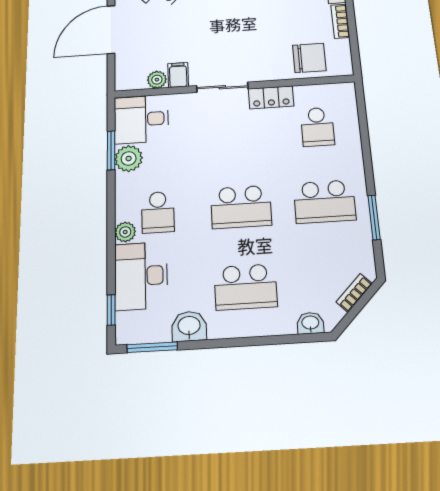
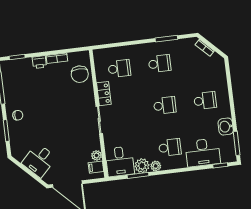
chair: (309, 58) -> (80, 74), turned 180
filing cabinet: (178, 75) -> (96, 167), moved
school desk: (324, 202) -> (160, 64), width x0.54
school desk: (241, 207) -> (165, 105), width x0.54
plant: (125, 232) -> (156, 166), moved
school desk: (246, 287) -> (205, 101), width x0.54
washbasin: (310, 323) -> (220, 68), removed

